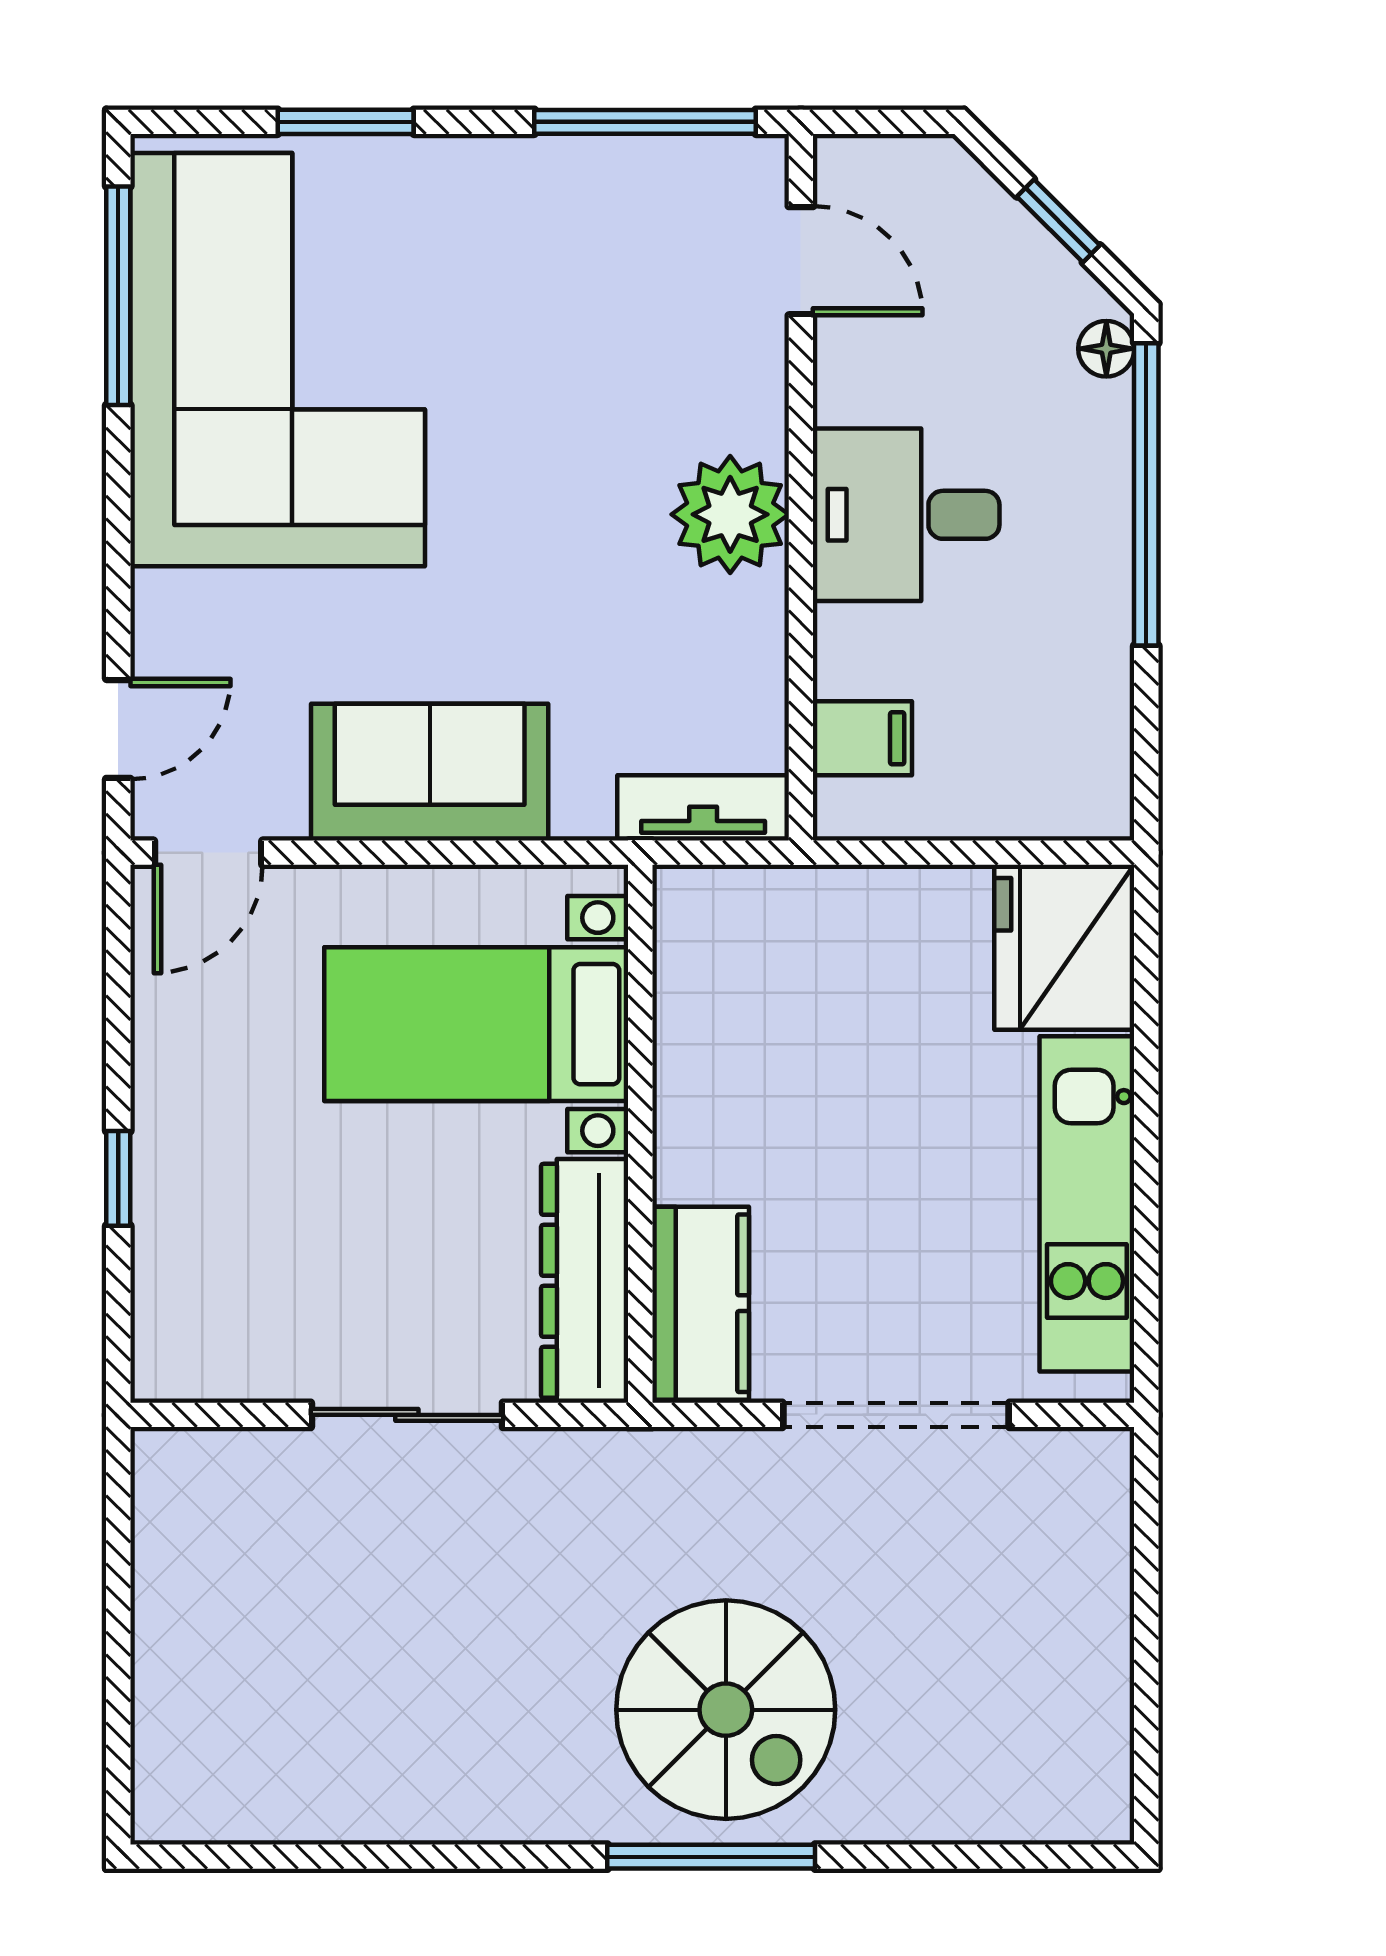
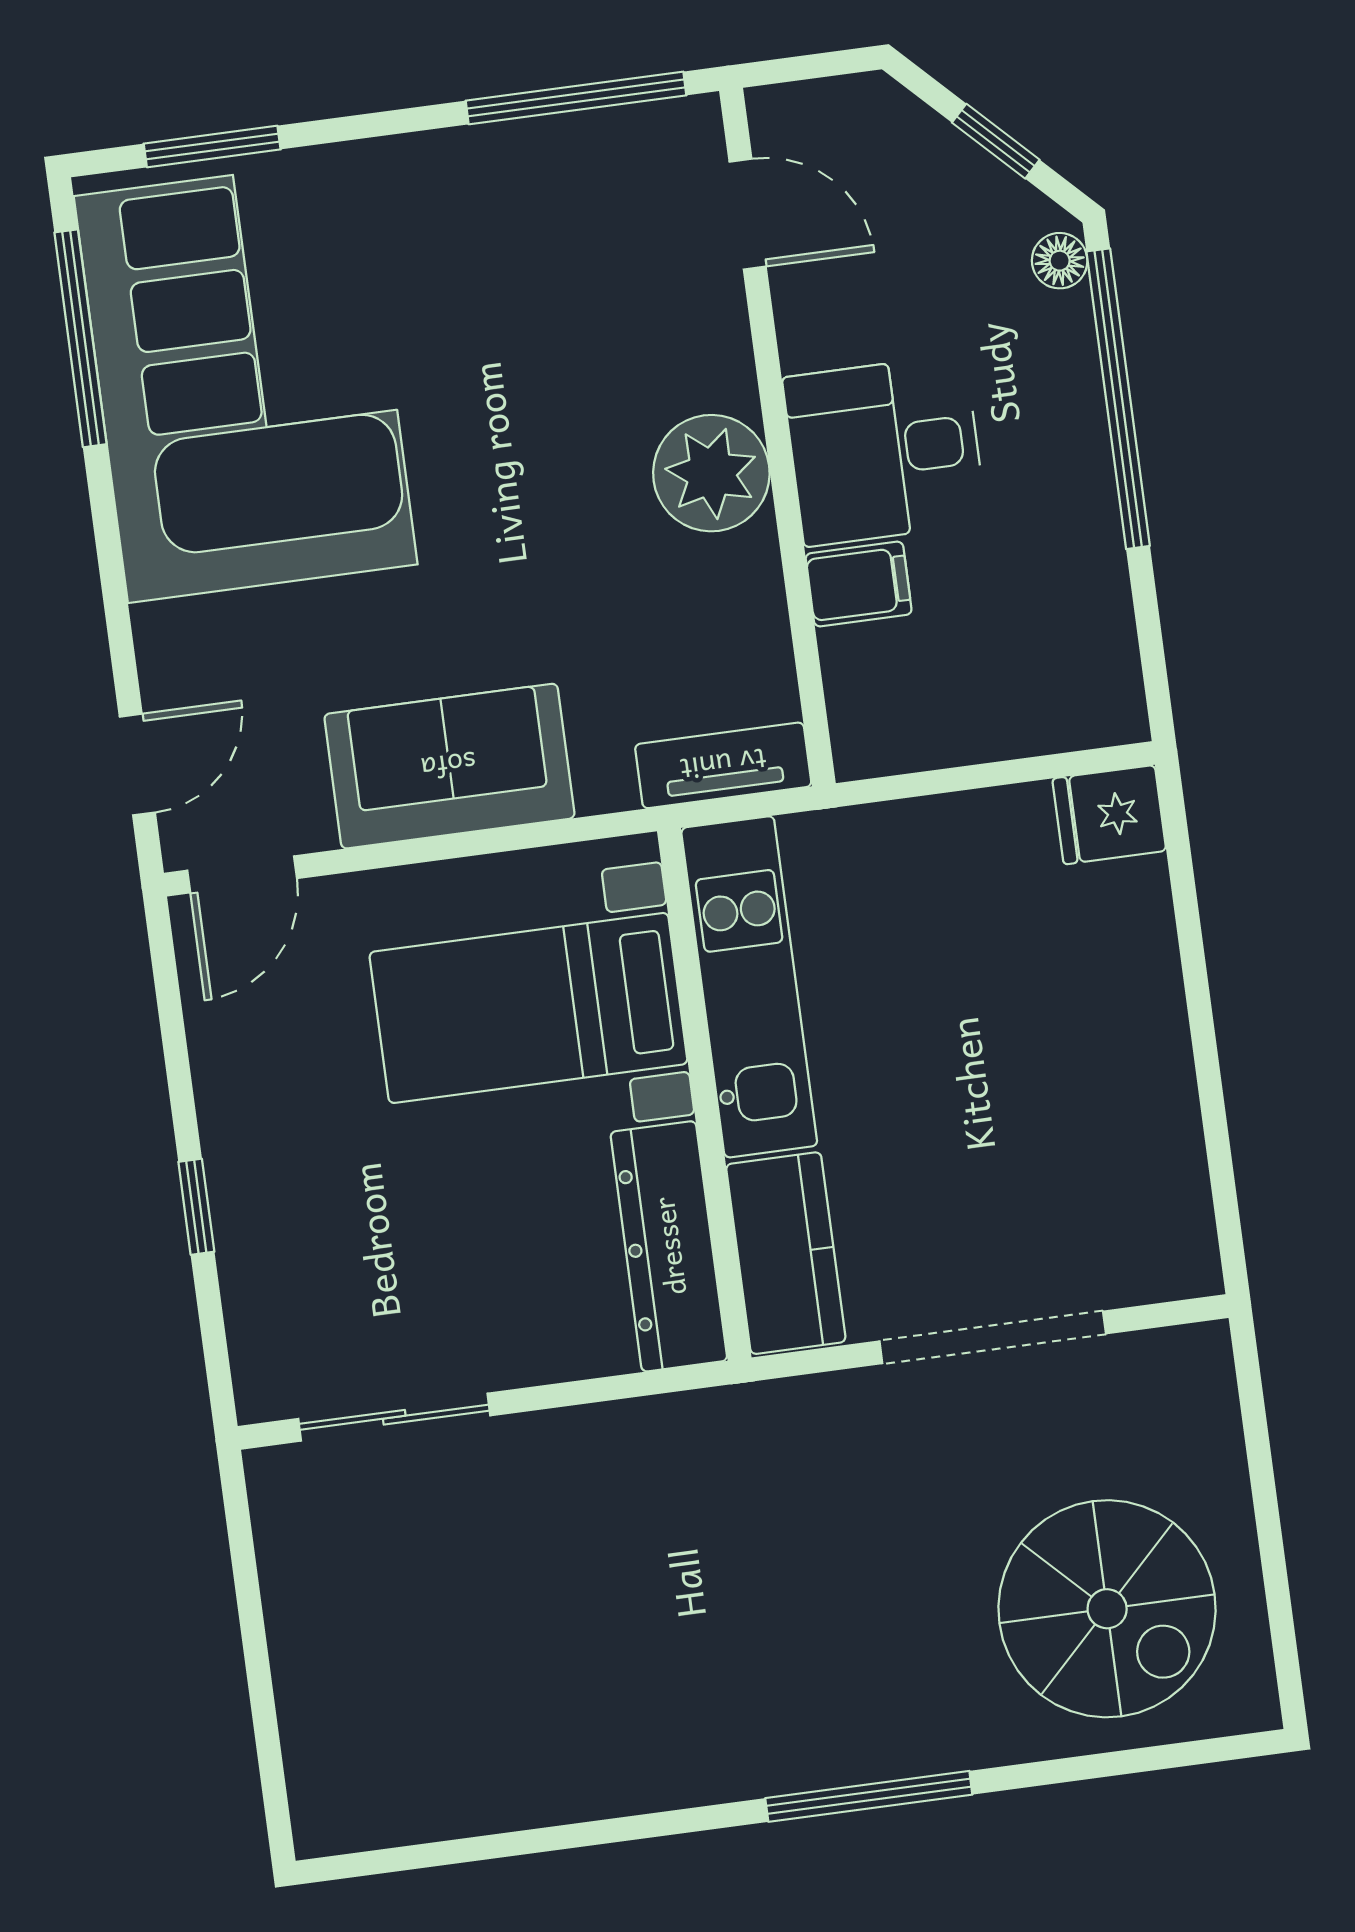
window: (346, 122) -> (212, 147), moved
filing cabinet: (862, 738) -> (859, 584), moved
fridge: (1064, 947) -> (1109, 815), width x0.53, depth x0.75
kitchen unit: (1087, 1204) -> (749, 987), moved, turned 180
sliding door: (407, 1415) -> (394, 1417), moved
spiral stairs: (726, 1710) -> (1107, 1609), moved

